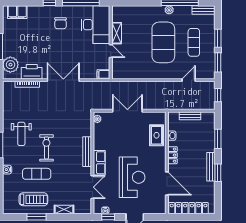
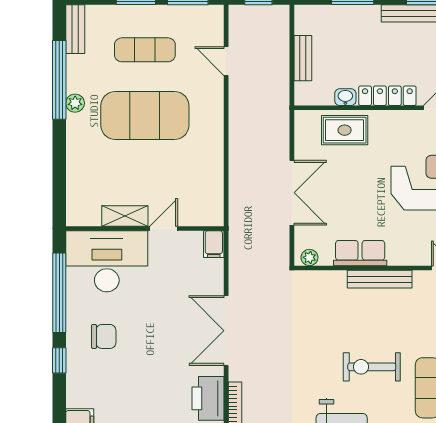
double door: (127, 111) -> (292, 193), swing flipped
locker: (172, 155) -> (387, 96), width x1.53
row of seats: (99, 163) -> (360, 253), moved

